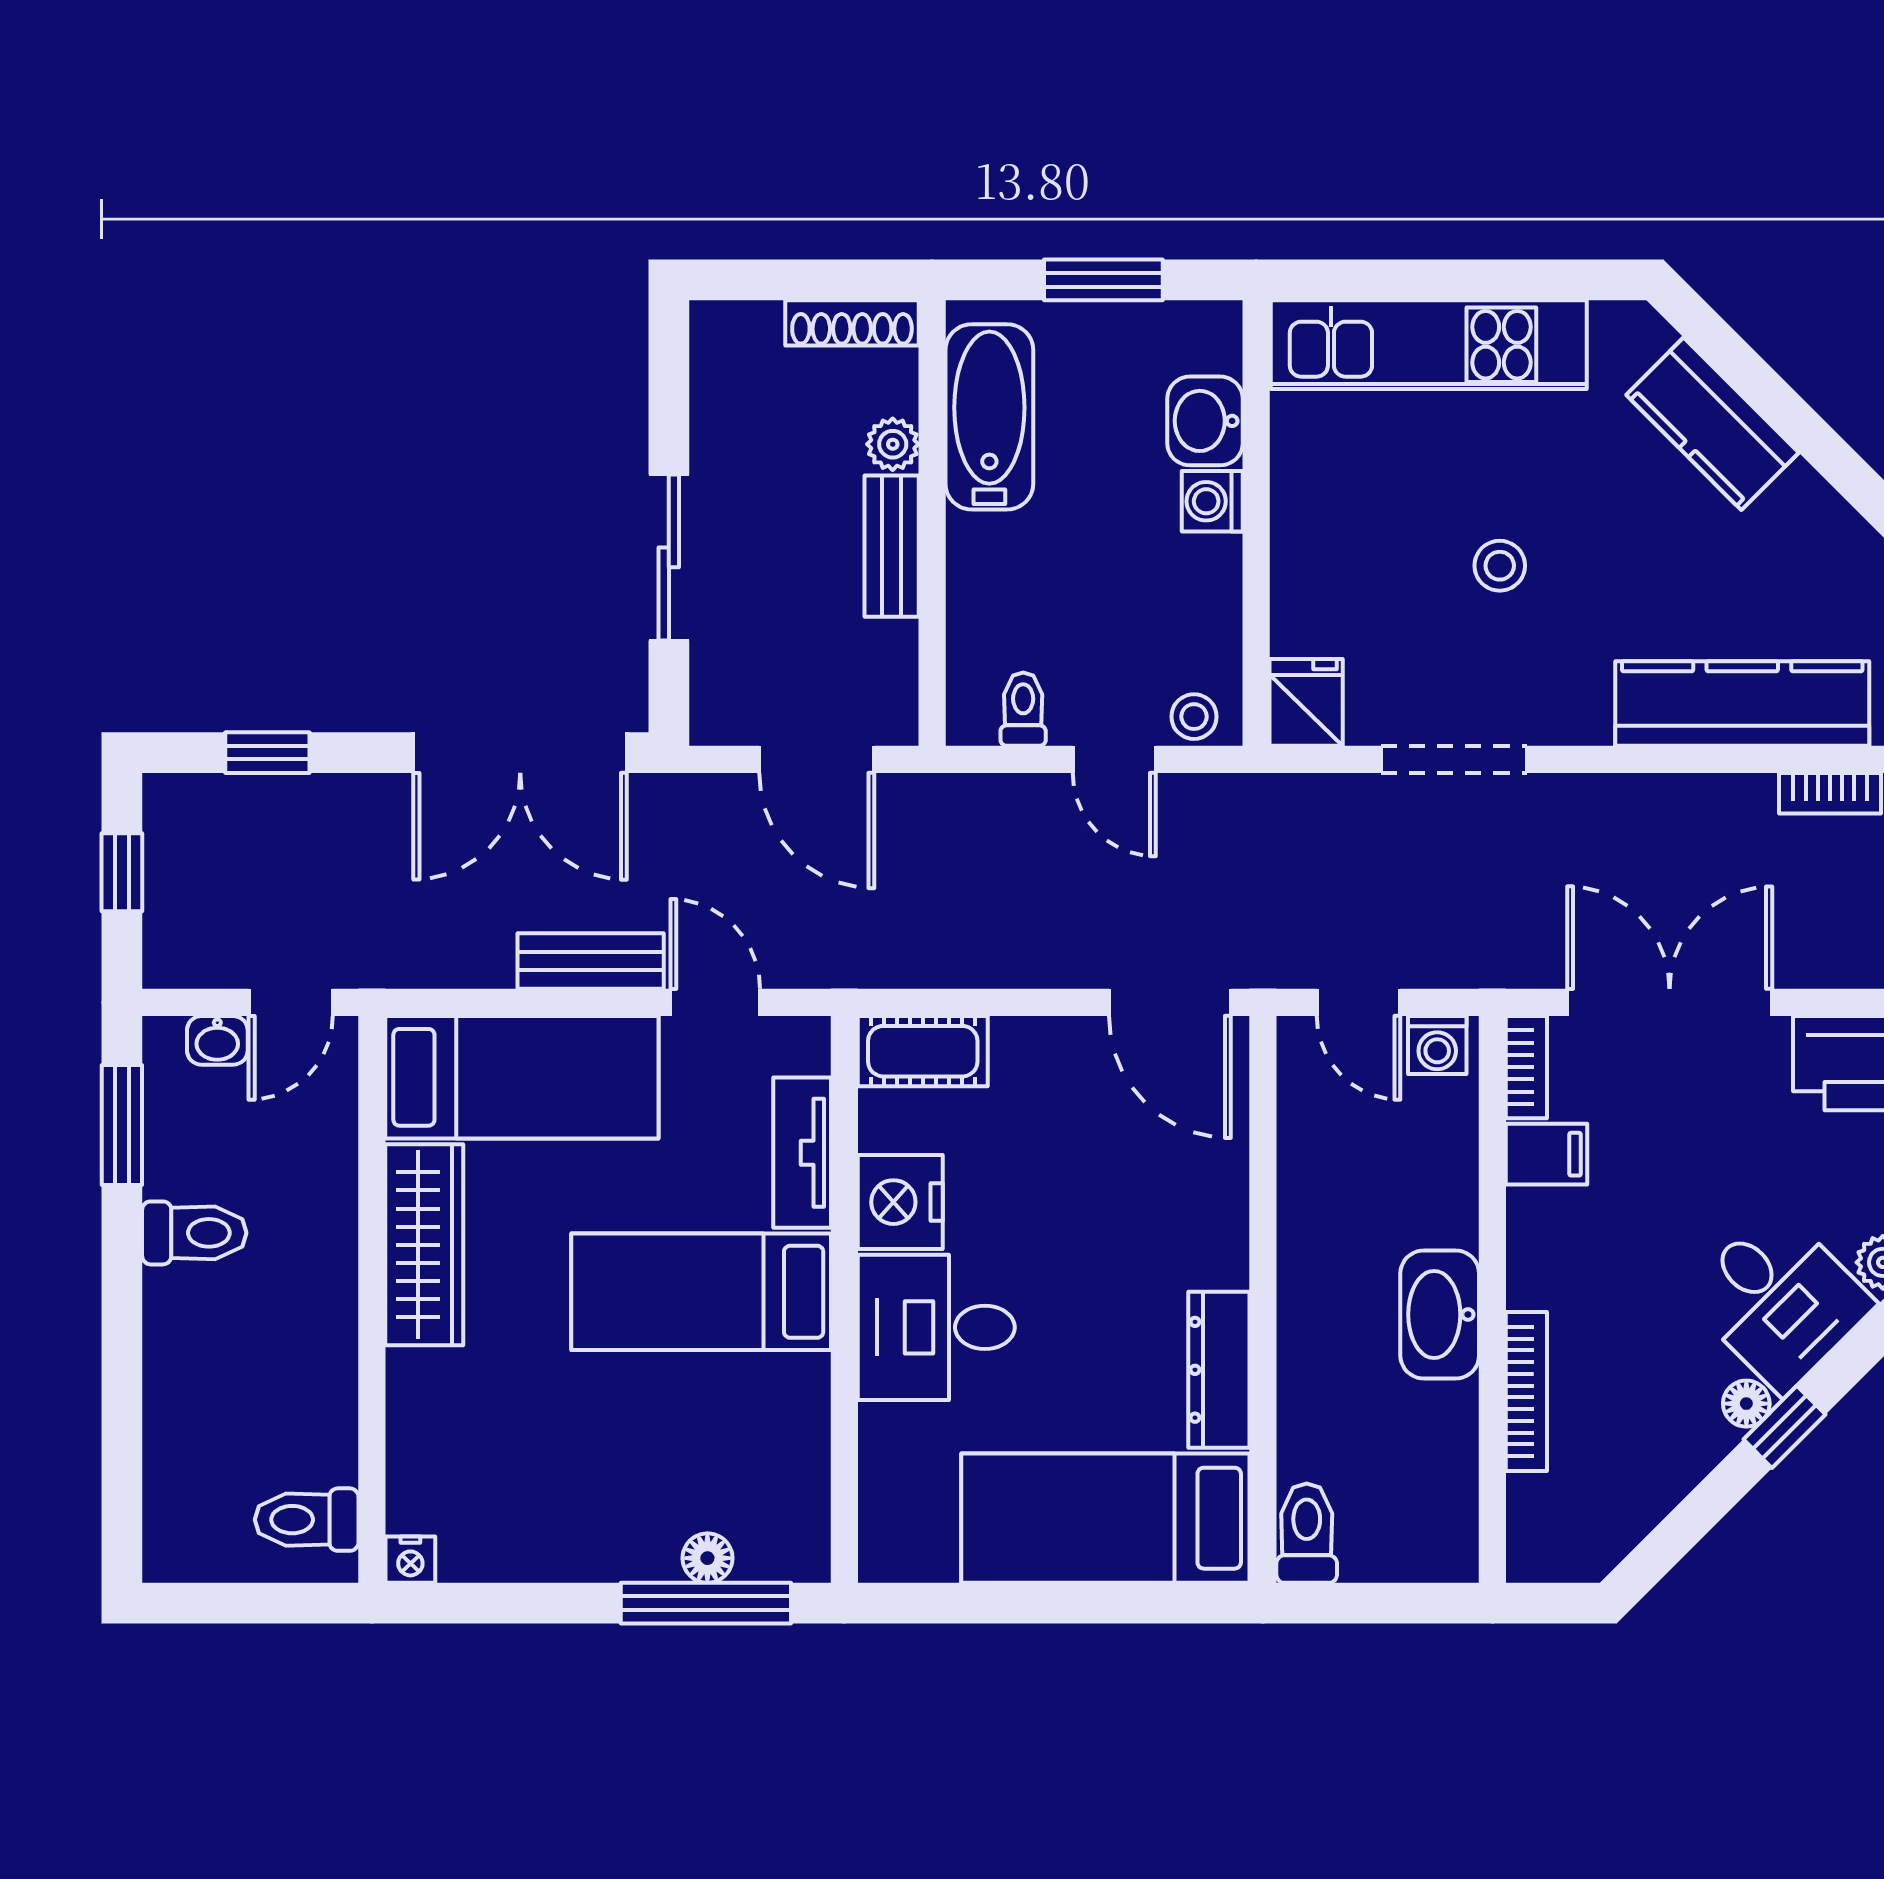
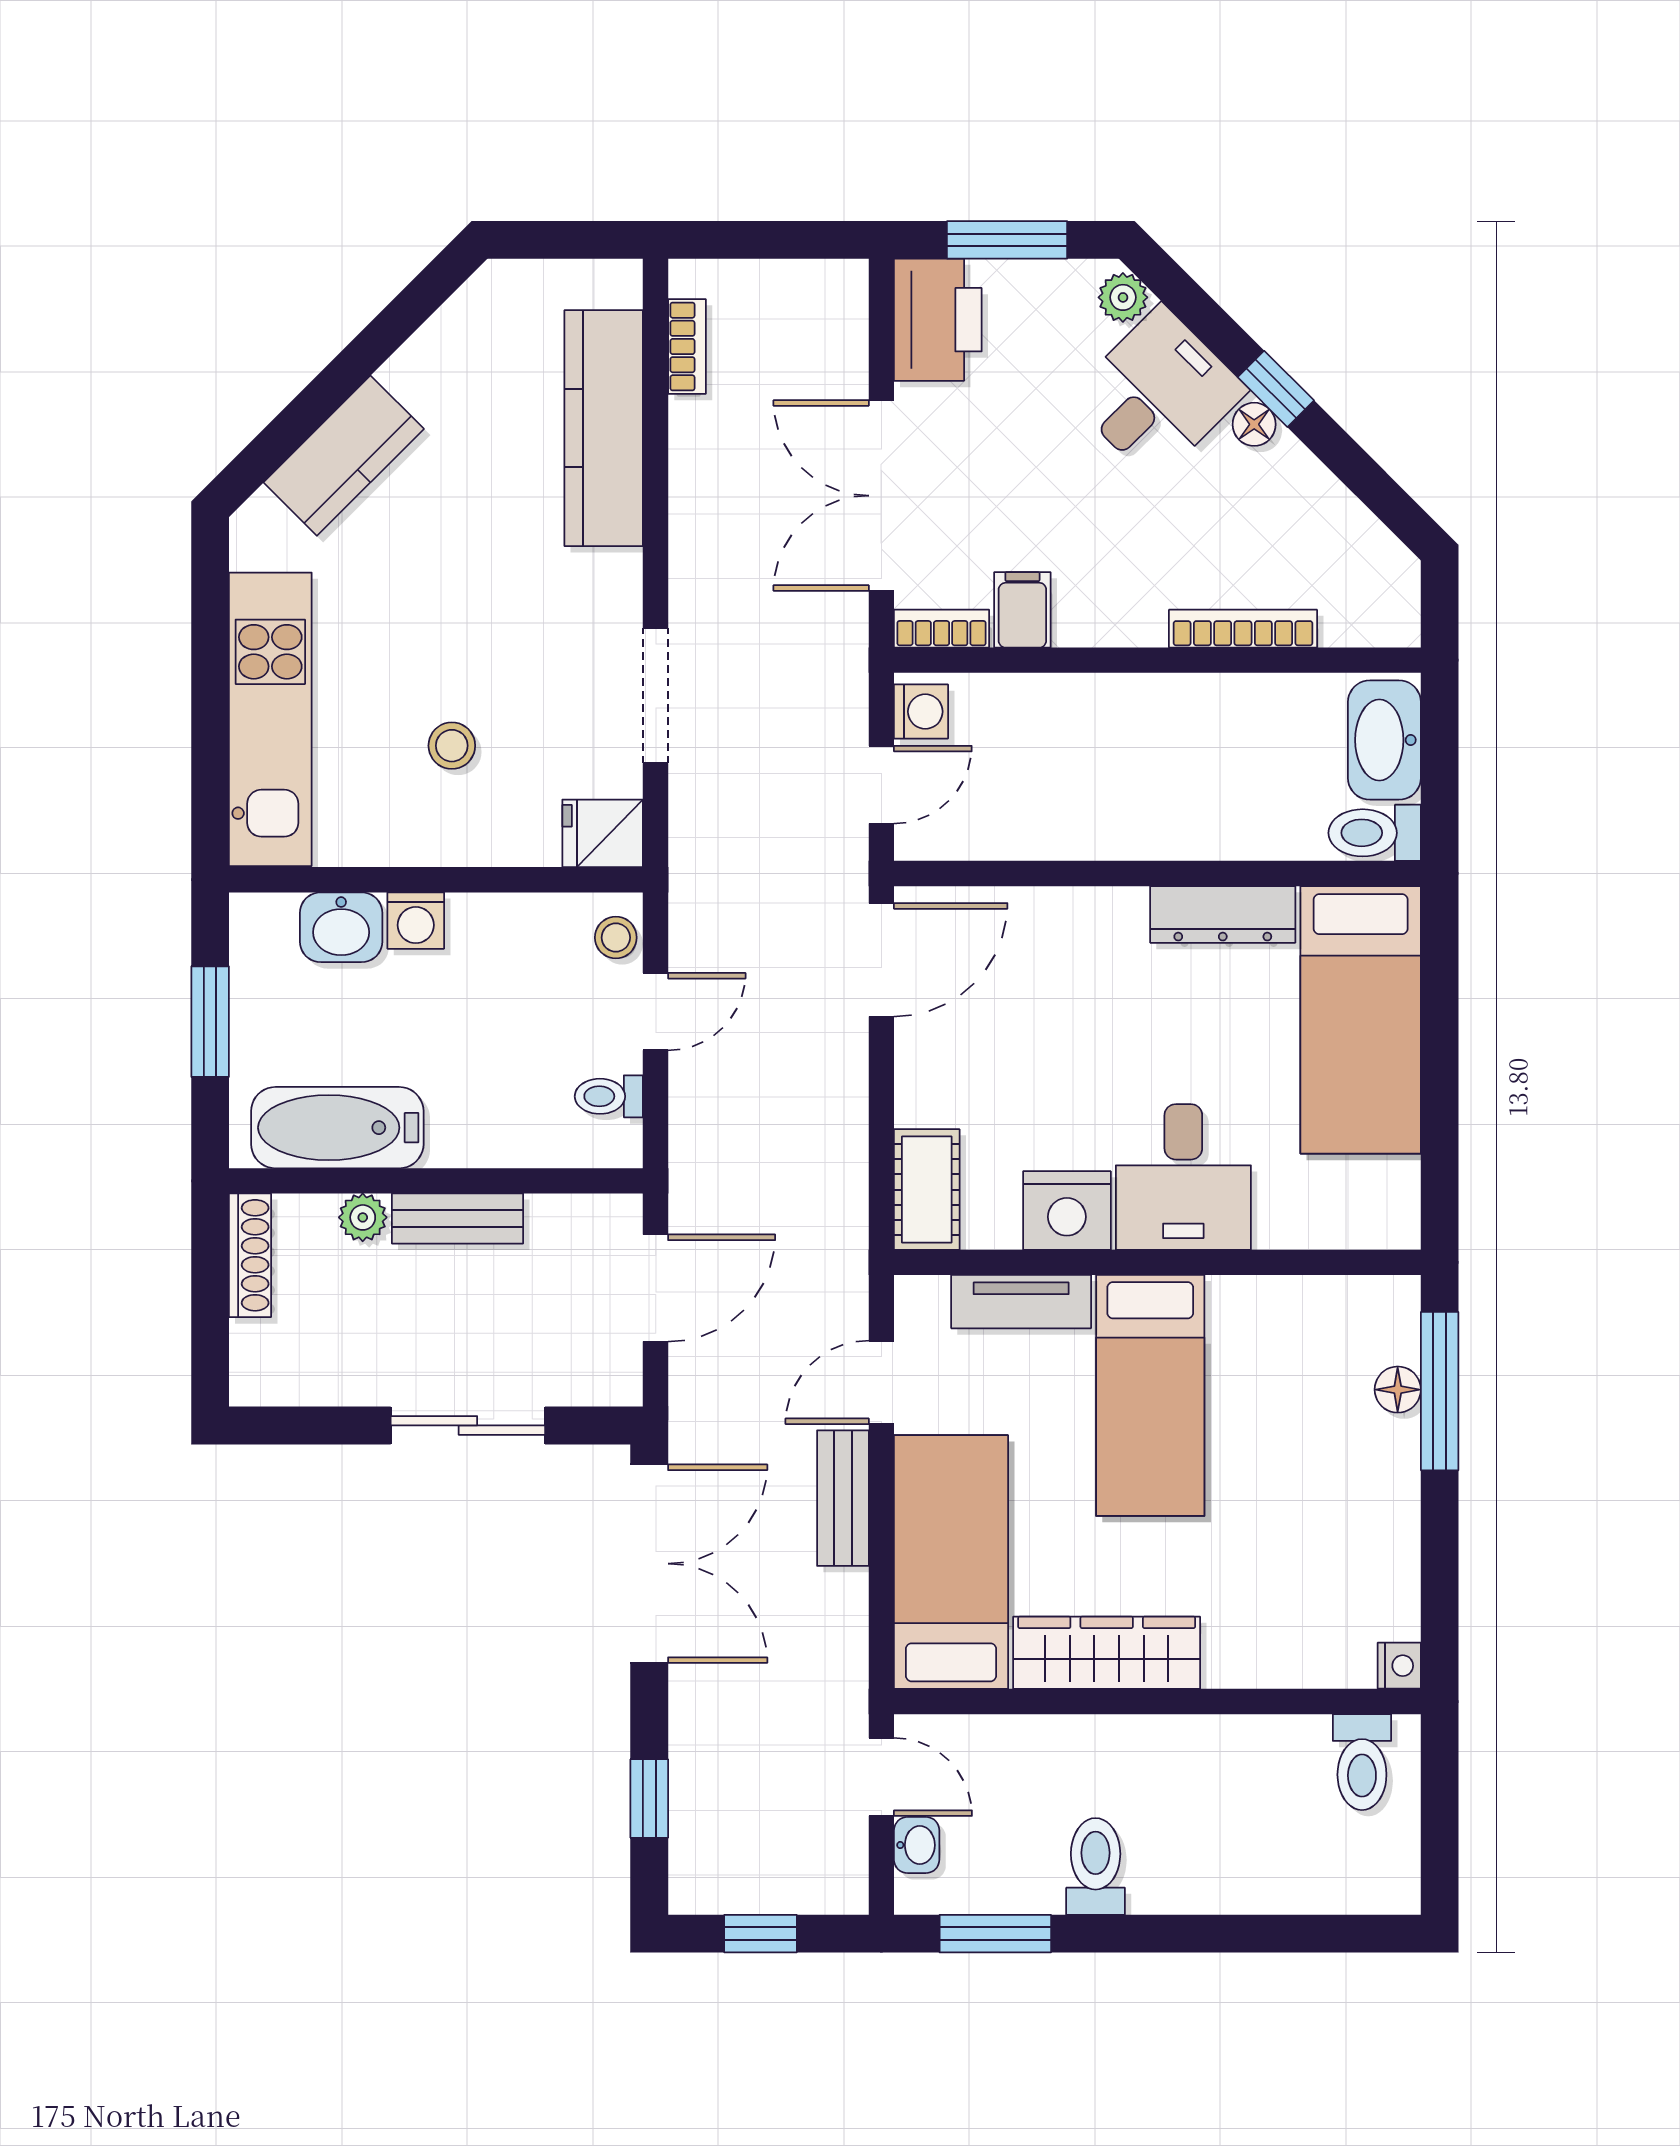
stool: (1500, 566) -> (452, 746), moved
washbasin: (1440, 1314) -> (1384, 740), moved, turned 90

